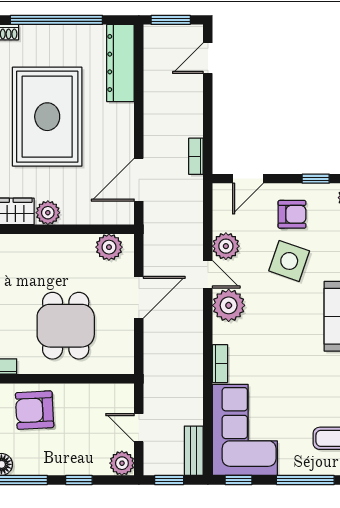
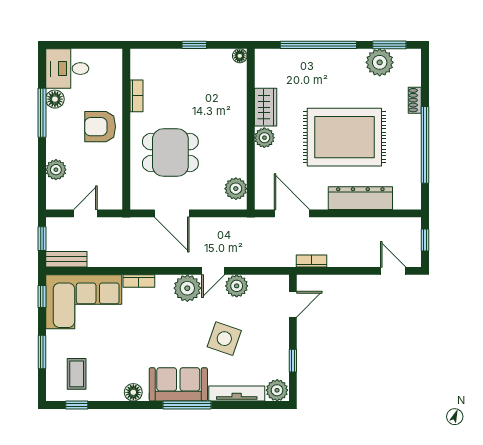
window: (171, 20) -> (425, 240), width x0.67
dresser: (120, 63) -> (360, 198), moved
door: (248, 179) -> (293, 304), swing flipped
armchair: (292, 214) -> (263, 341), removed
door: (139, 297) -> (172, 213), moved
armchair: (35, 410) -> (100, 127), turned -87
plant: (122, 463) -> (56, 170), moved
window: (79, 480) -> (42, 164), removed
window: (305, 480) -> (42, 352), width x0.69

